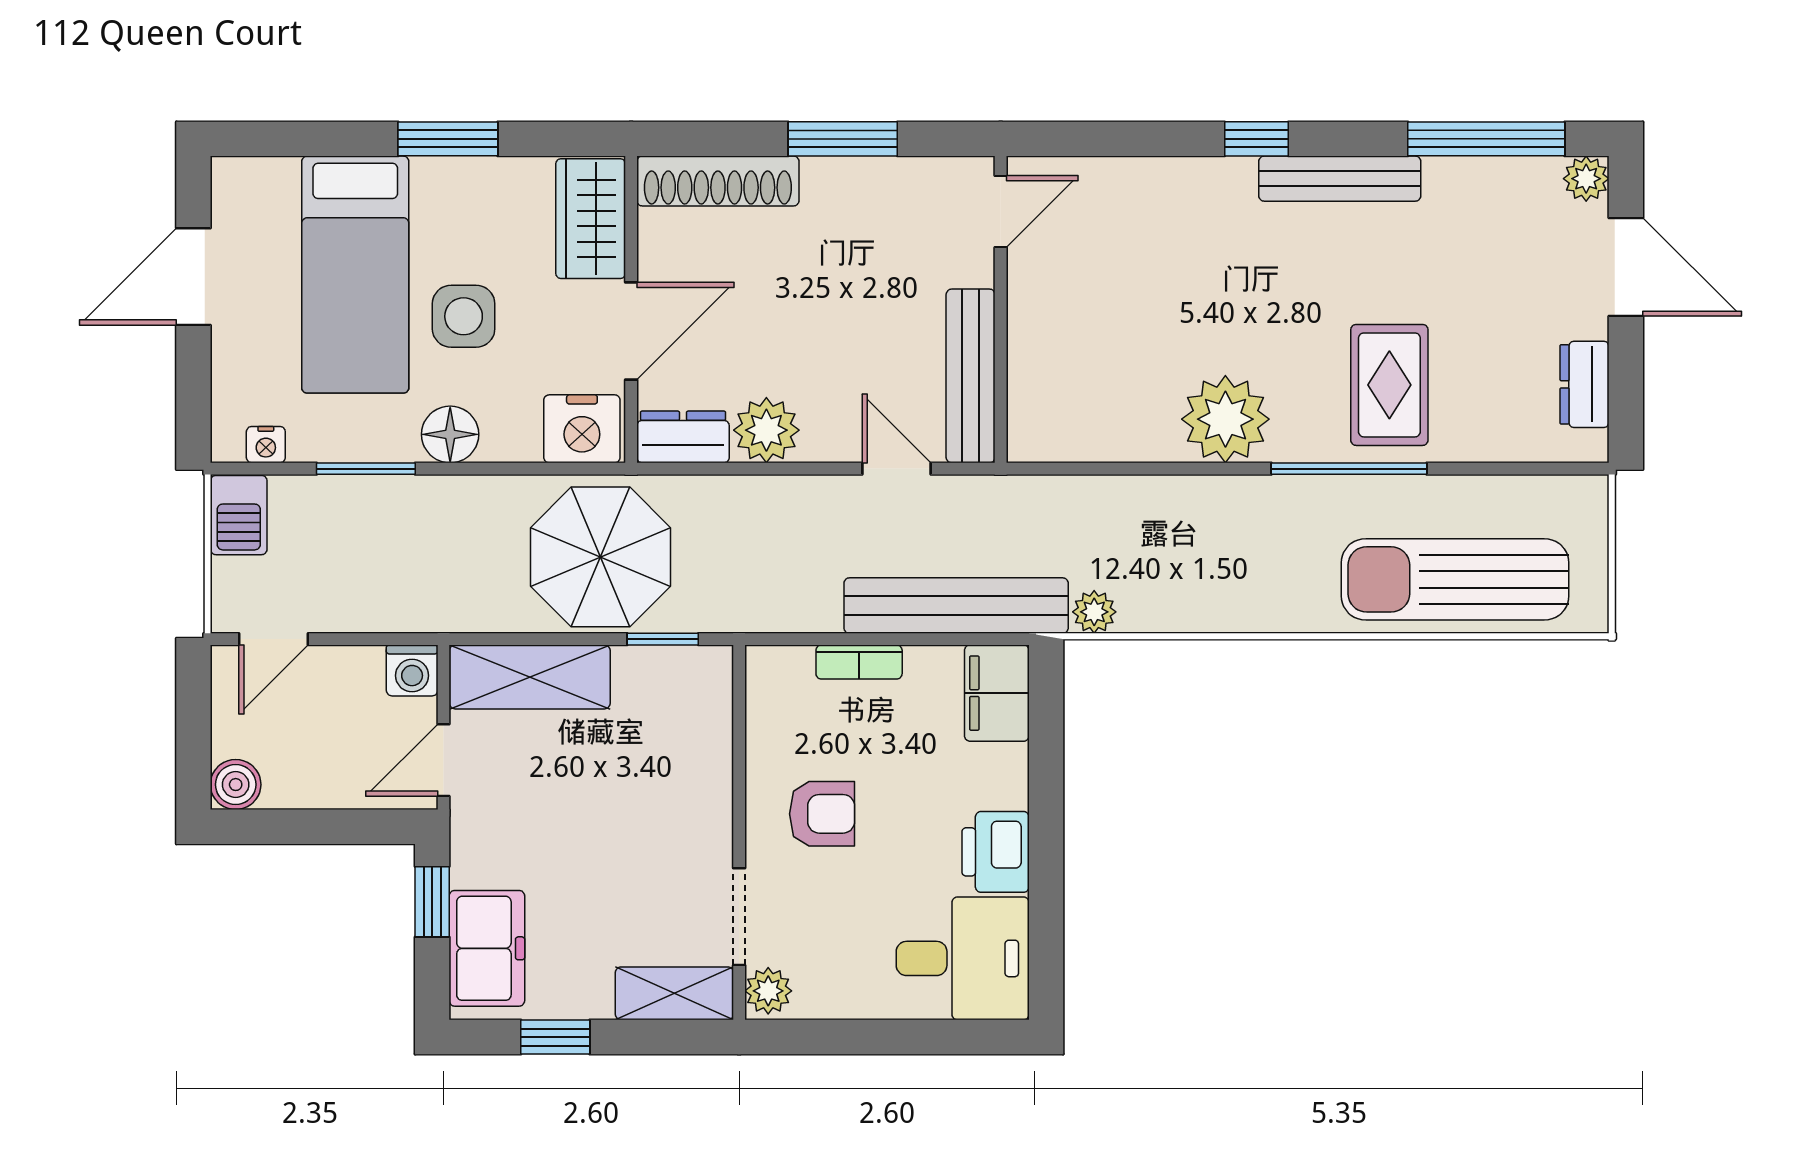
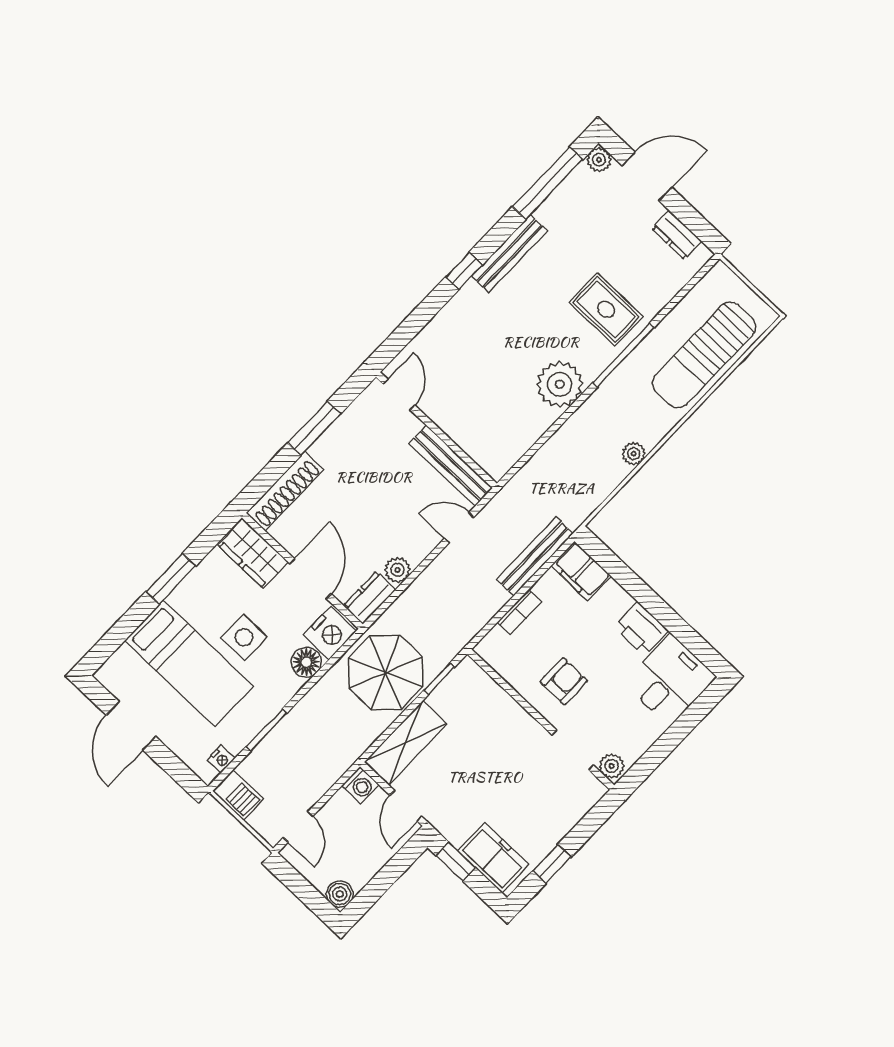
plant: (766, 430) -> (398, 570), width x0.73, depth x0.73
floor lamp: (450, 434) -> (306, 662), moved
bench: (956, 606) -> (535, 556), width x0.73, depth x0.82
plant: (1094, 612) -> (634, 454), moved
shelving: (674, 993) -> (579, 803), removed

